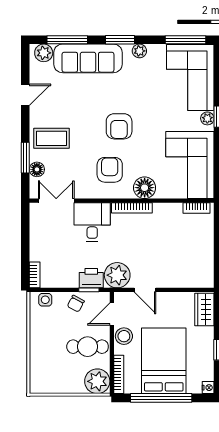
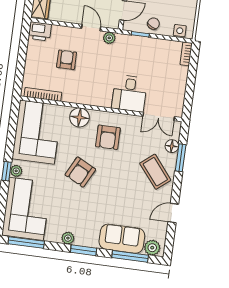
sofa: (88, 58) -> (122, 239), width x0.73
armchair: (119, 126) -> (80, 172), moved, turned -153
coffee table: (52, 138) -> (155, 172), turned 51
bookcase: (132, 208) -> (93, 101), removed
bookcase: (196, 208) -> (43, 94), width x1.56
armchair: (168, 250) -> (67, 60), added
plant: (117, 275) -> (109, 38), width x0.53, depth x0.53
printer: (91, 278) -> (40, 31), moved

